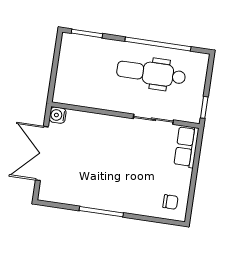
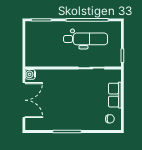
dental chair: (151, 73) -> (86, 39), turned 180
row of seats: (186, 147) -> (115, 95), moved
double door: (42, 153) -> (24, 100), swing flipped

